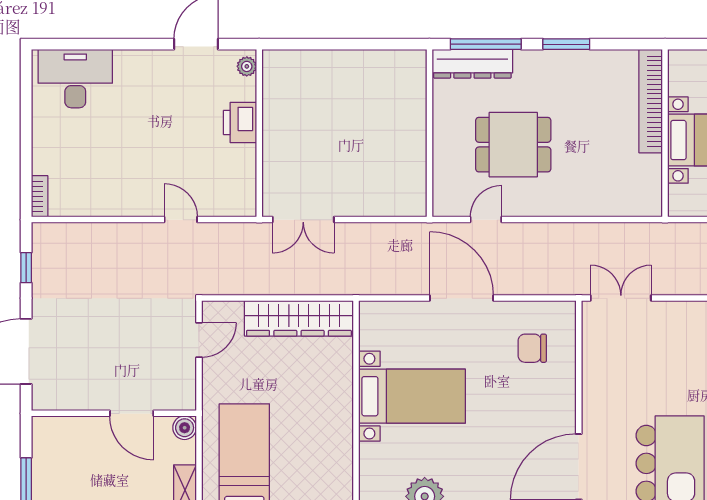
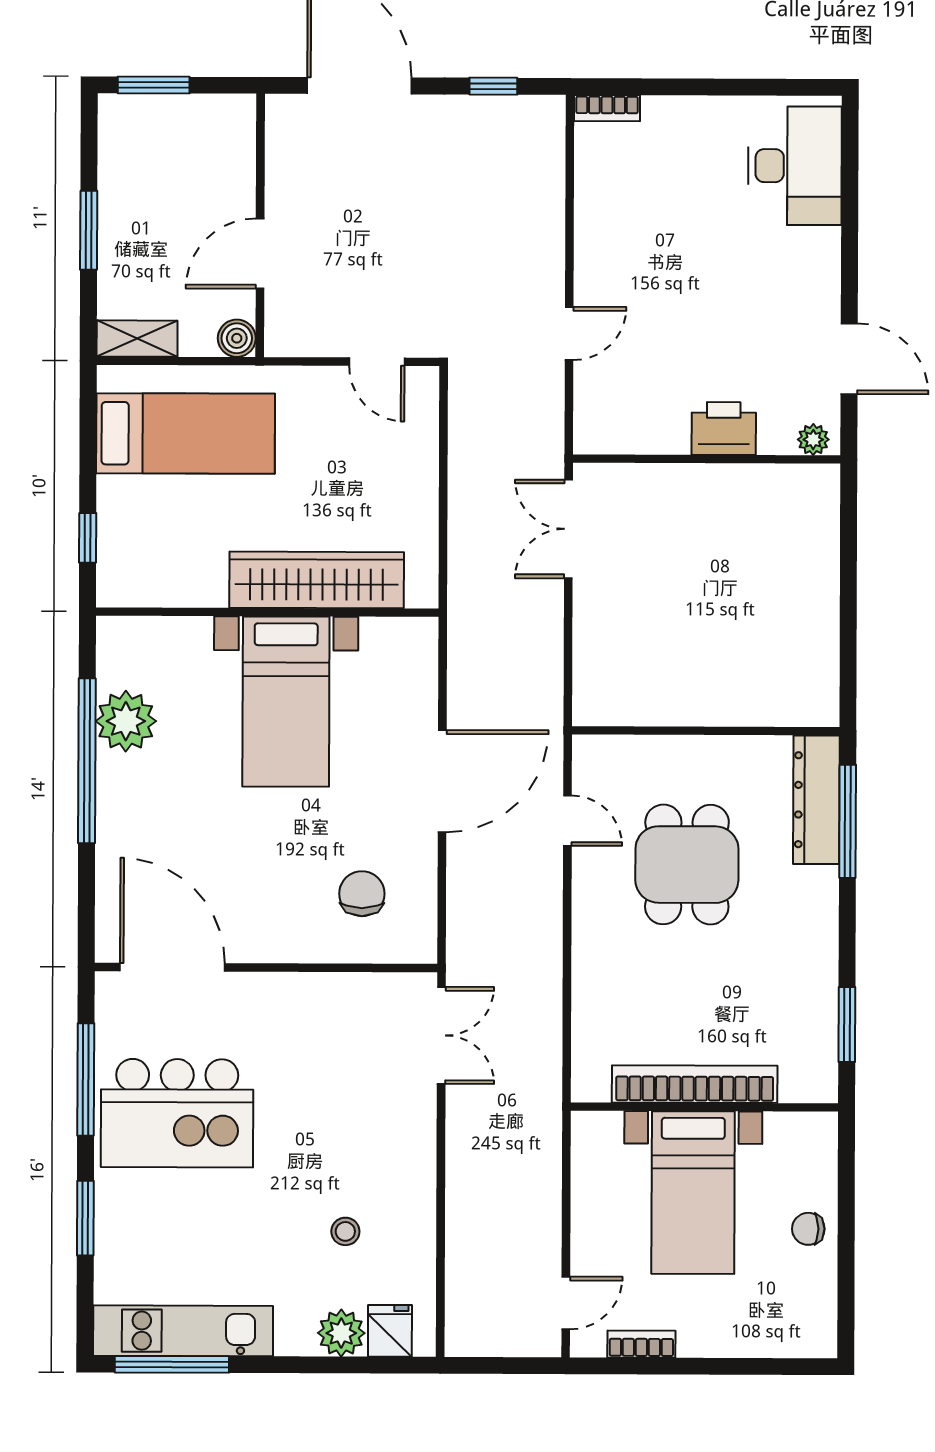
window: (566, 44) -> (847, 1025), moved
bookcase: (651, 101) -> (695, 1084), moved
wardrobe: (299, 318) -> (317, 580), moved, turned 90

